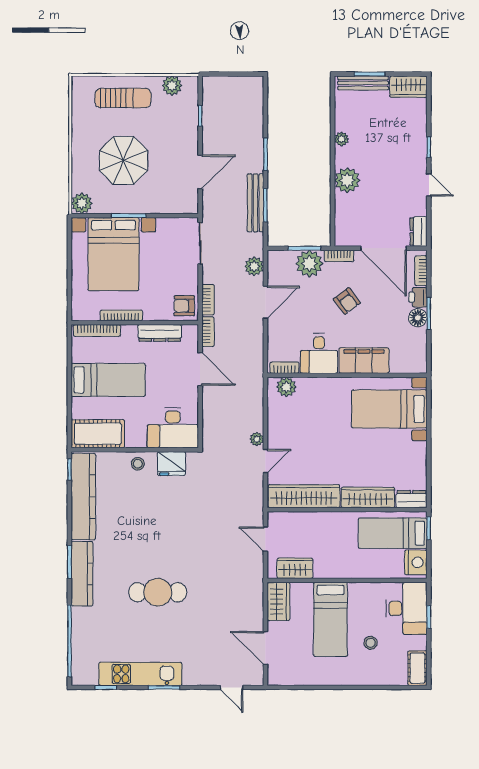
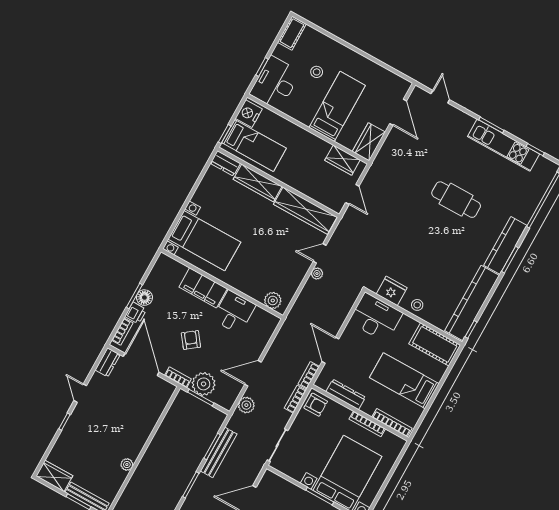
plant: (347, 180) -> (140, 431), removed
bookcase: (285, 368) -> (266, 316), removed

